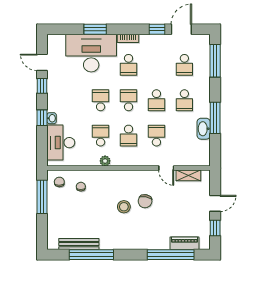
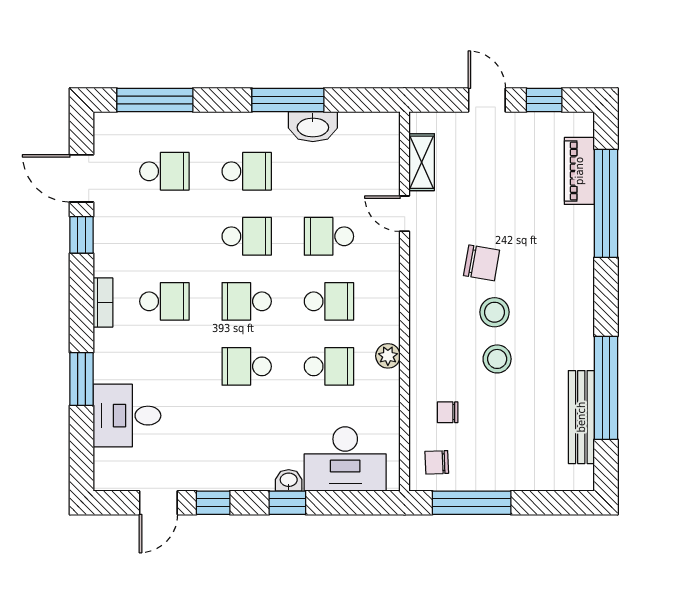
desk: (91, 53) -> (127, 416), width x0.53, depth x0.77
school desk: (101, 136) -> (329, 366), turned 180
door: (166, 168) -> (405, 214), swing flipped
stool: (104, 208) -> (497, 359), added

